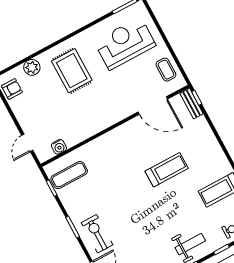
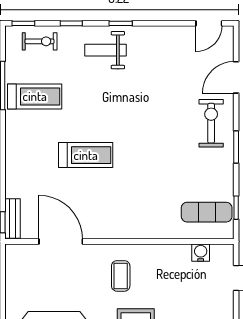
coffee table: (166, 70) -> (121, 276), moved
treadmill: (167, 170) -> (86, 155), turned 180
exercise bike: (97, 234) -> (211, 123), turned 180

